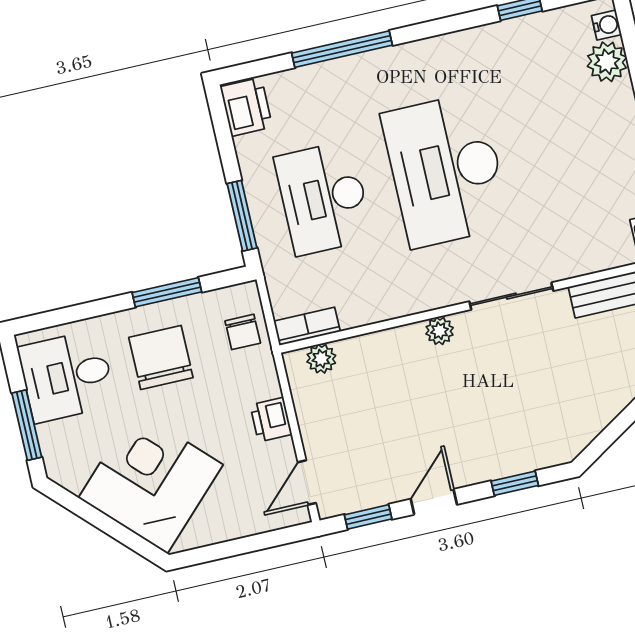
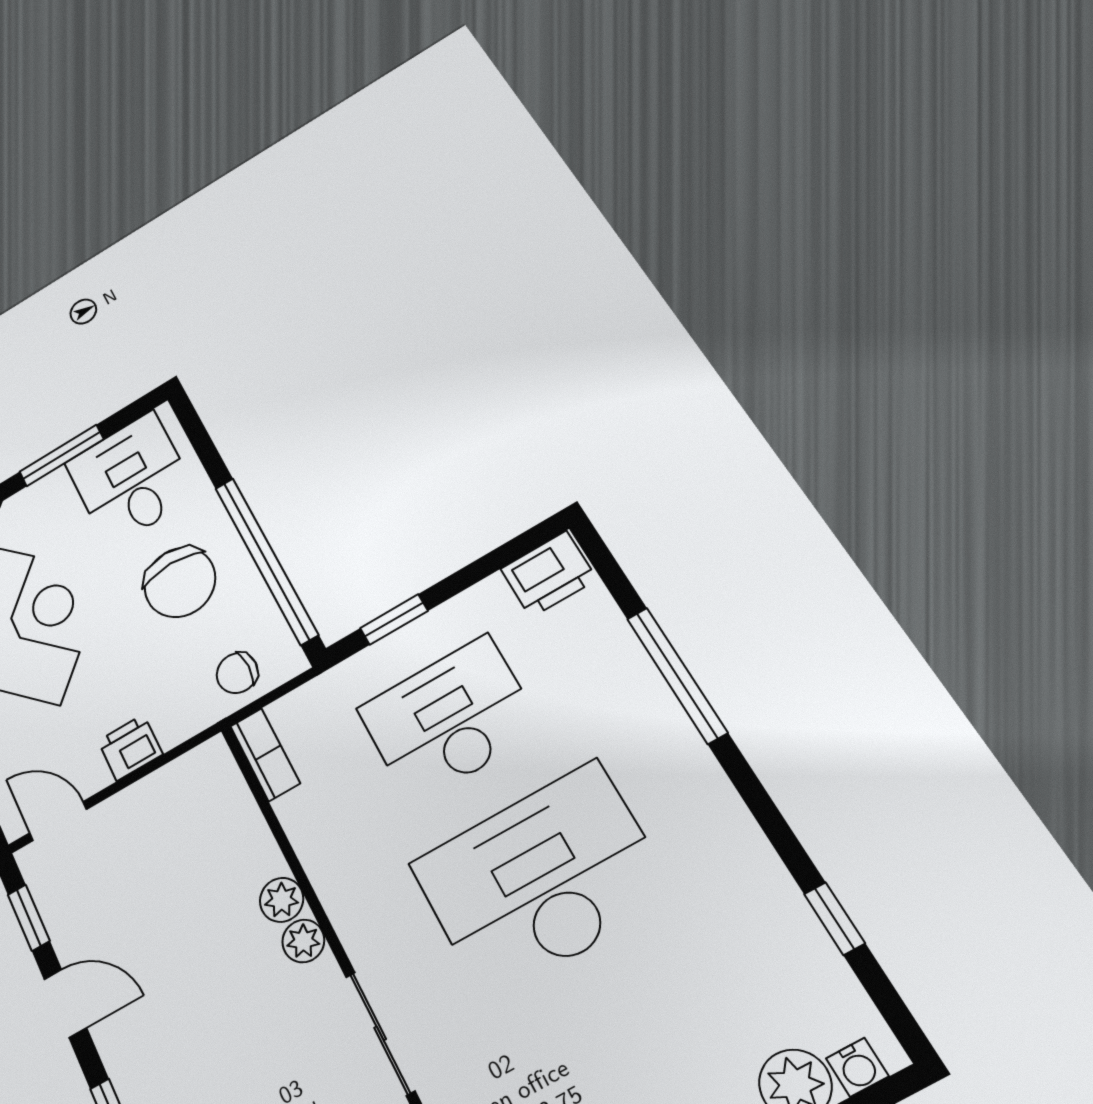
window: (242, 216) -> (394, 620), width x0.67
window: (167, 292) -> (266, 560), width x2.11
chair: (161, 357) -> (180, 582), turned 90
plant: (321, 359) -> (282, 900), moved

